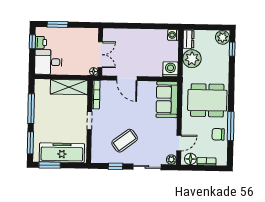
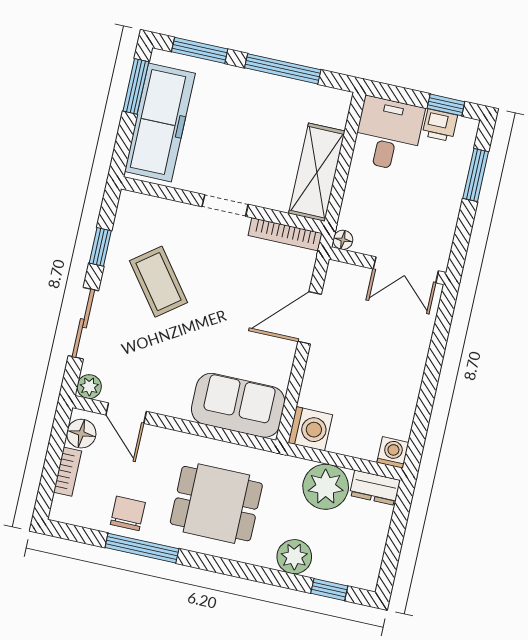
plant: (222, 37) -> (294, 557), moved
double door: (100, 55) -> (406, 270), moved
dining table: (207, 100) -> (216, 504), width x0.73

